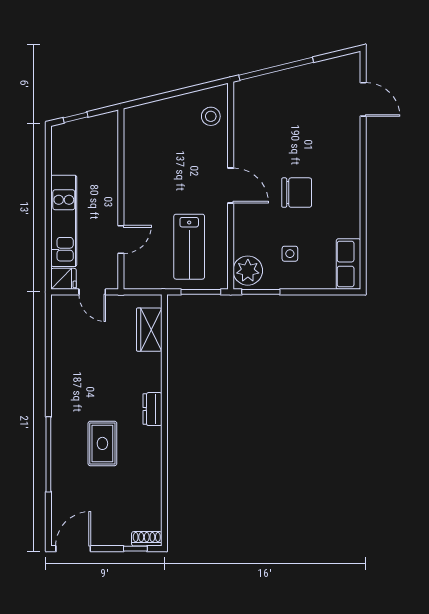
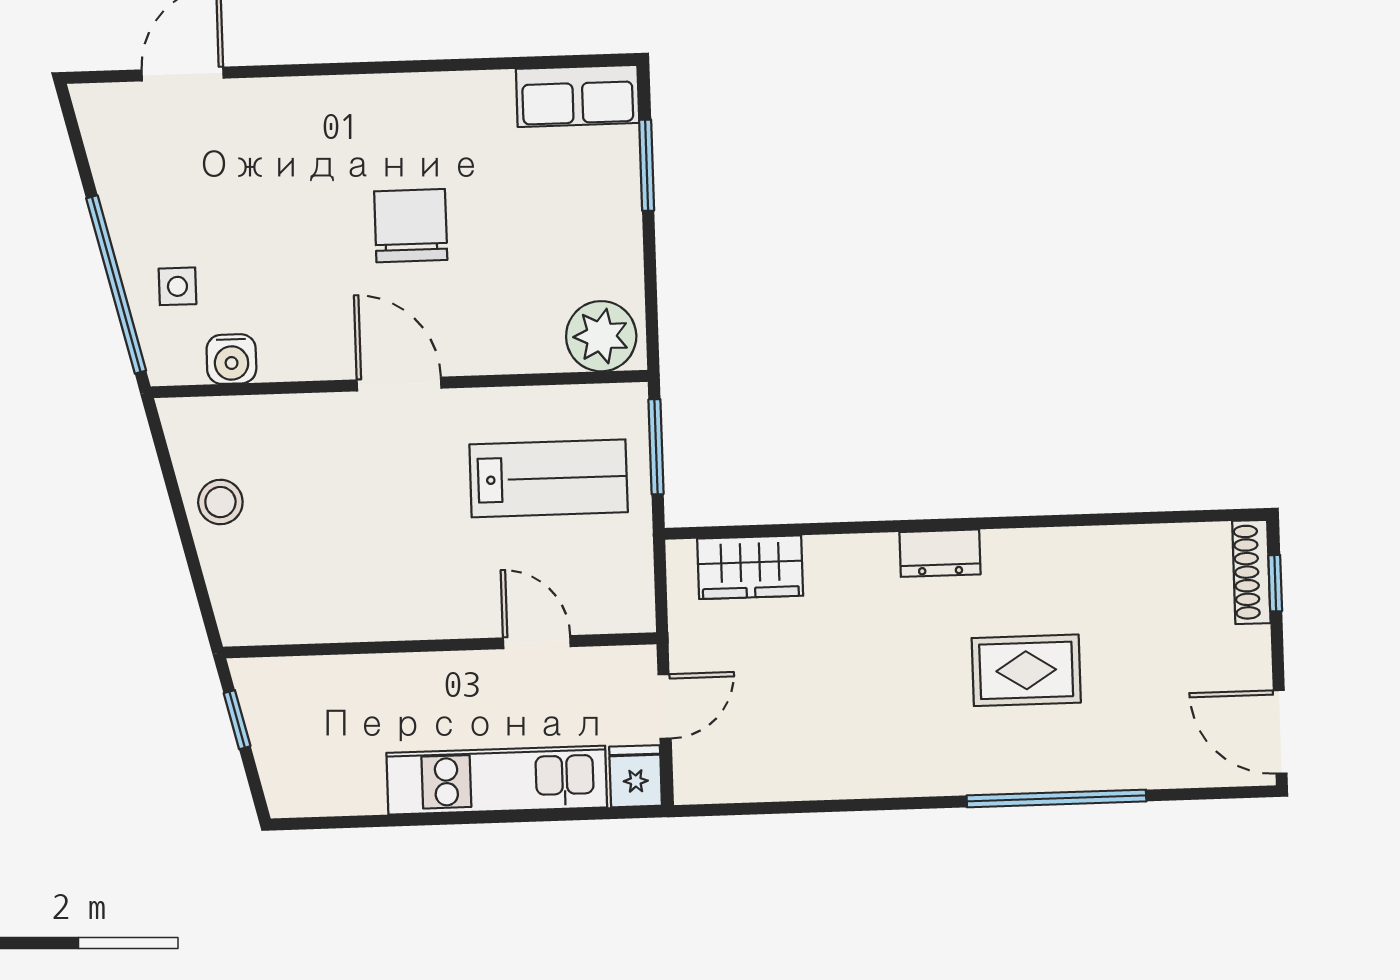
stool: (211, 116) -> (220, 502), moved
water cooler: (243, 116) -> (231, 359), added
window: (76, 117) -> (237, 720), moved
door: (231, 185) -> (399, 384), hinge flipped
side table: (290, 254) -> (177, 286), moved
window: (261, 292) -> (647, 165), moved
shoe rack: (147, 539) -> (1251, 572), width x1.43

